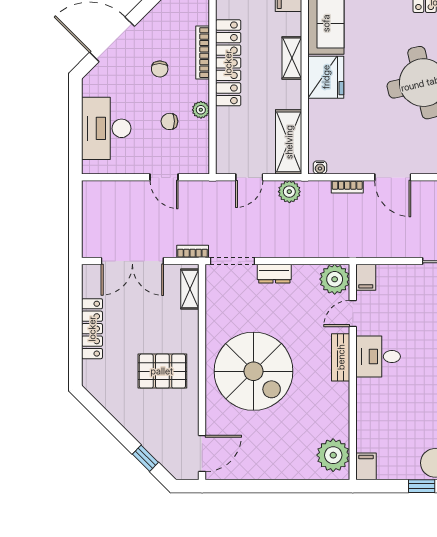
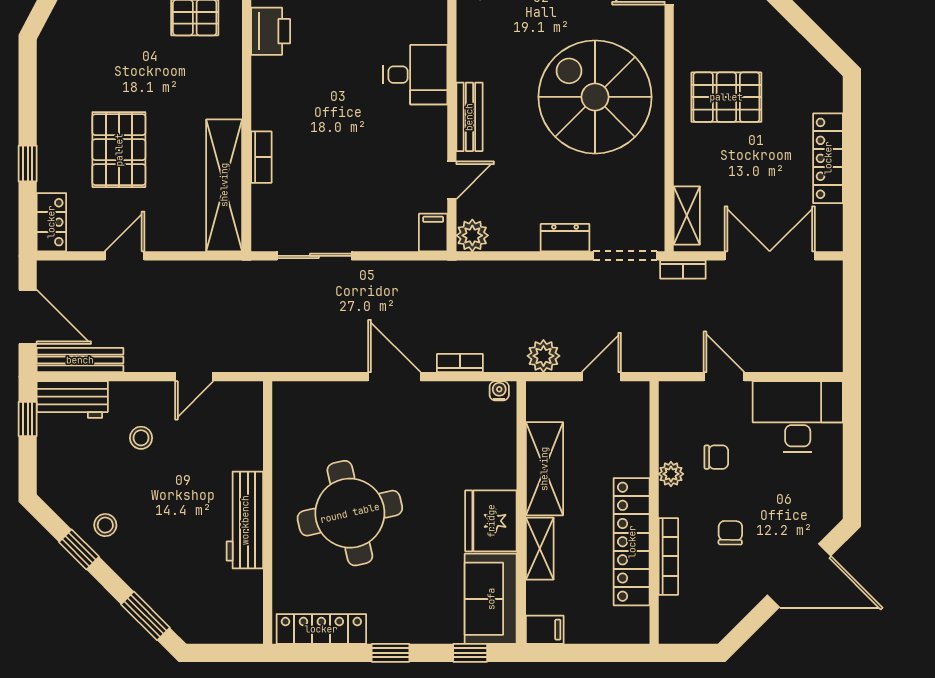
desk: (106, 128) -> (798, 417), moved, turned -90
shelving: (289, 142) -> (544, 469), moved
plant: (335, 279) -> (472, 235), width x0.73, depth x0.73
desk: (378, 357) -> (415, 75), moved

